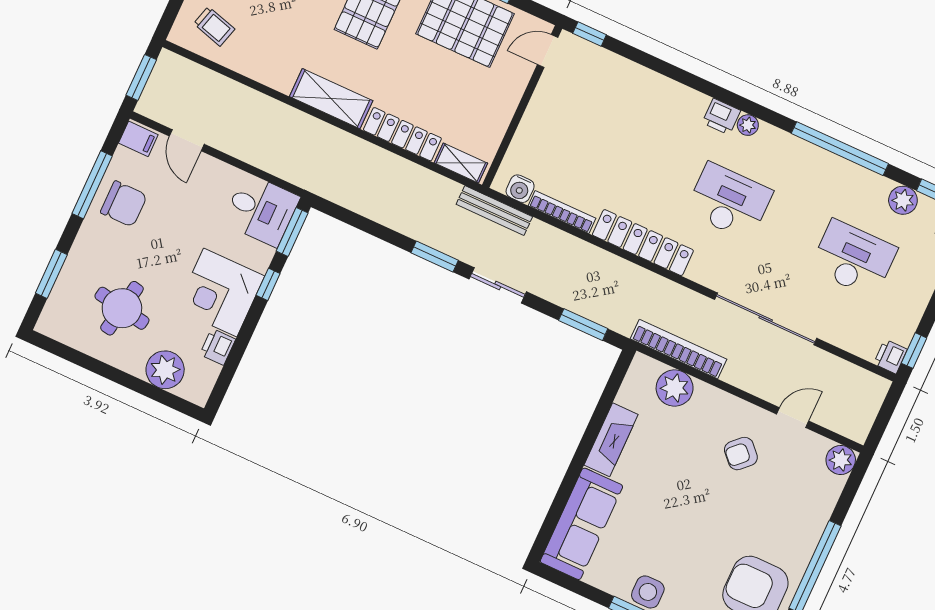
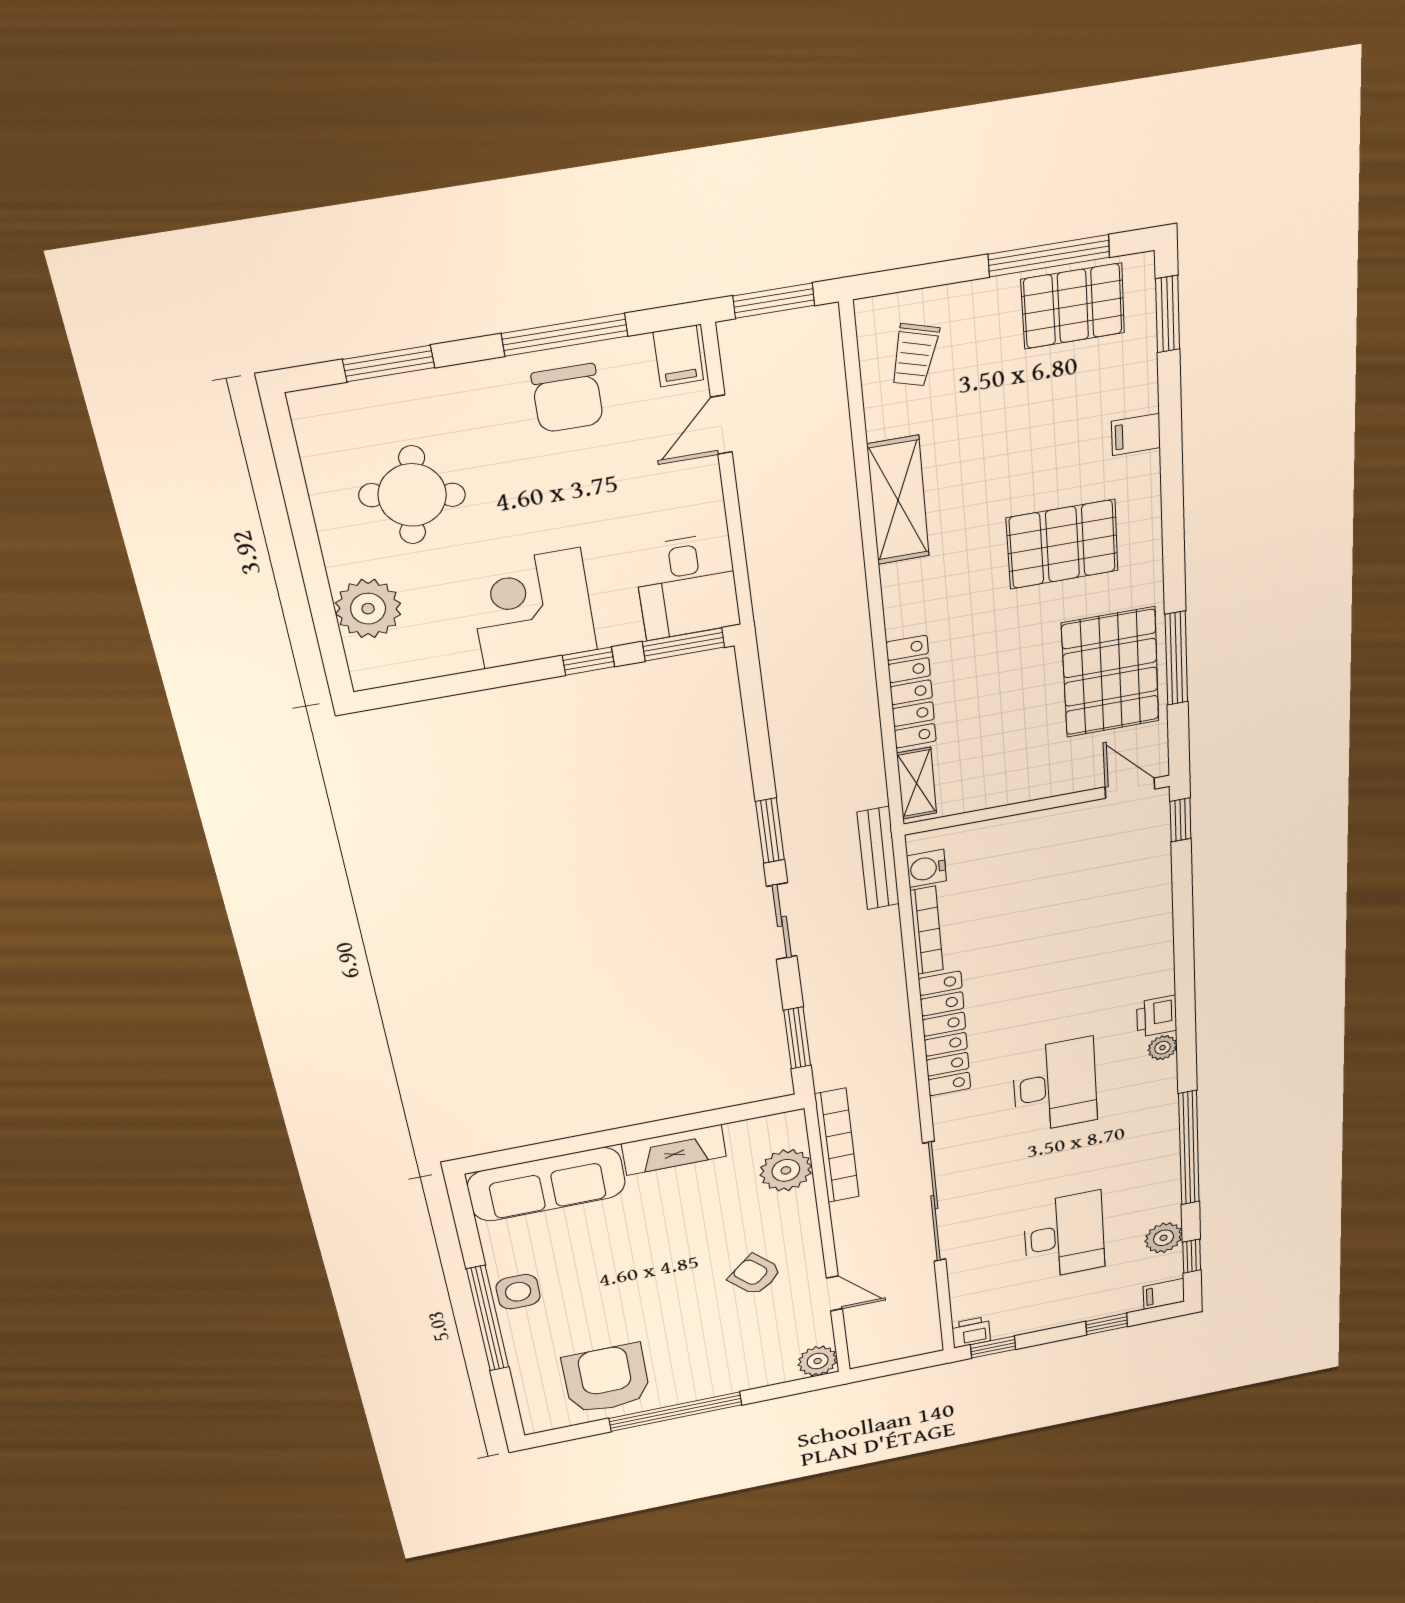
shelving: (331, 99) -> (898, 500), moved
printer: (218, 347) -> (453, 654), removed

